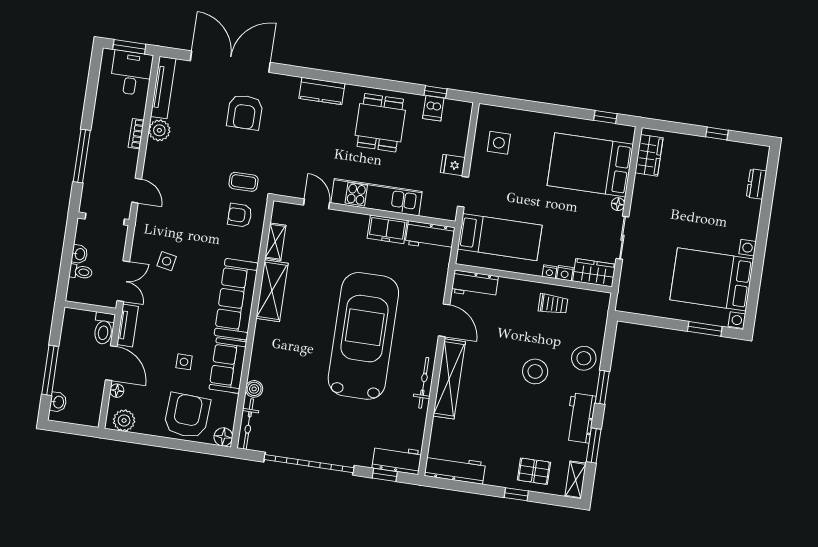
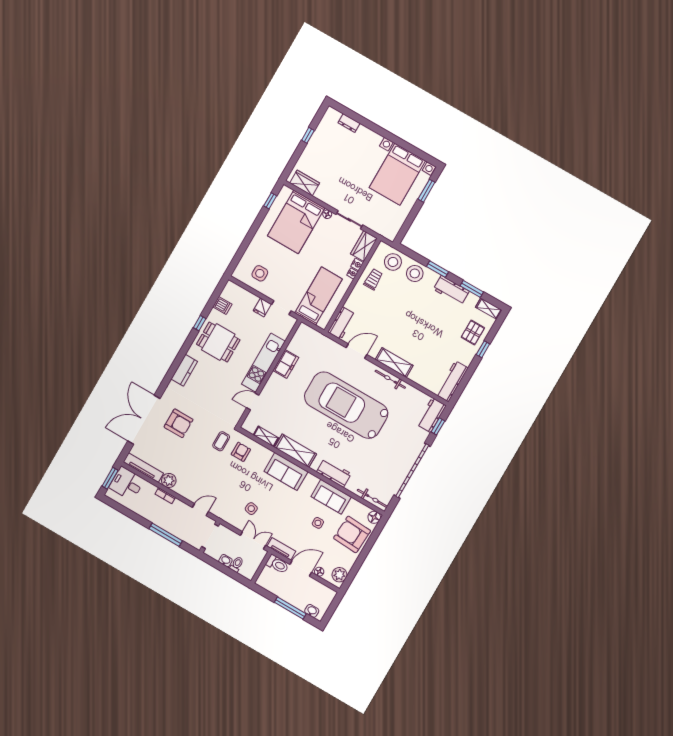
window: (436, 92) -> (200, 323), moved
armchair: (240, 215) -> (241, 452), turned 180
workbench: (430, 236) -> (334, 473), moved, turned -90
sofa: (236, 299) -> (286, 471), width x0.73
stool: (535, 371) -> (393, 262), moved
shelving: (449, 379) -> (394, 362), width x0.68
boiler: (254, 389) -> (352, 486), removed

